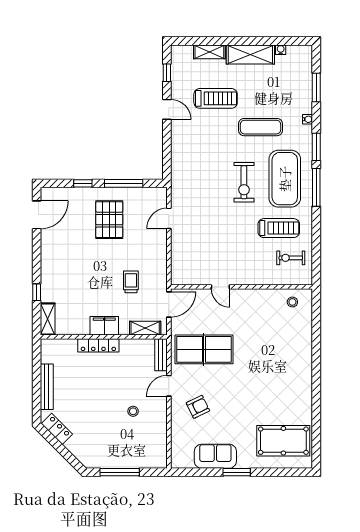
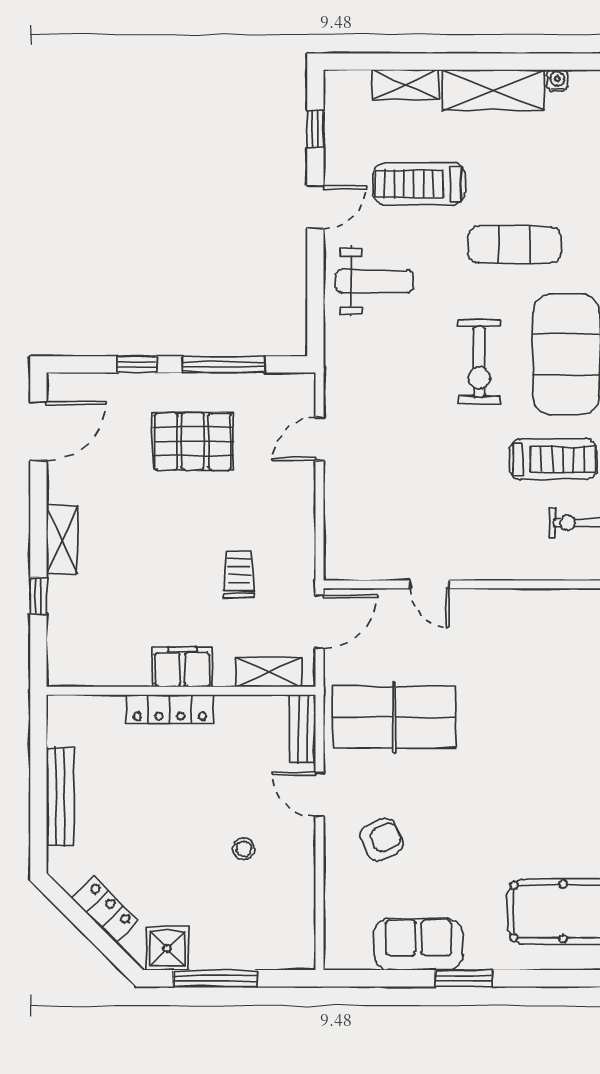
treadmill: (216, 98) -> (419, 184), turned 180
door: (167, 109) -> (315, 207), hinge flipped
weight bench: (195, 144) -> (374, 281), added
pallet: (109, 220) -> (193, 441), turned 90
stool: (292, 302) -> (582, 617), removed
shelving: (48, 319) -> (62, 539), moved
door: (169, 386) -> (320, 795), hinge flipped
locker: (57, 429) -> (105, 909), moved
shower: (97, 458) -> (167, 948), added

